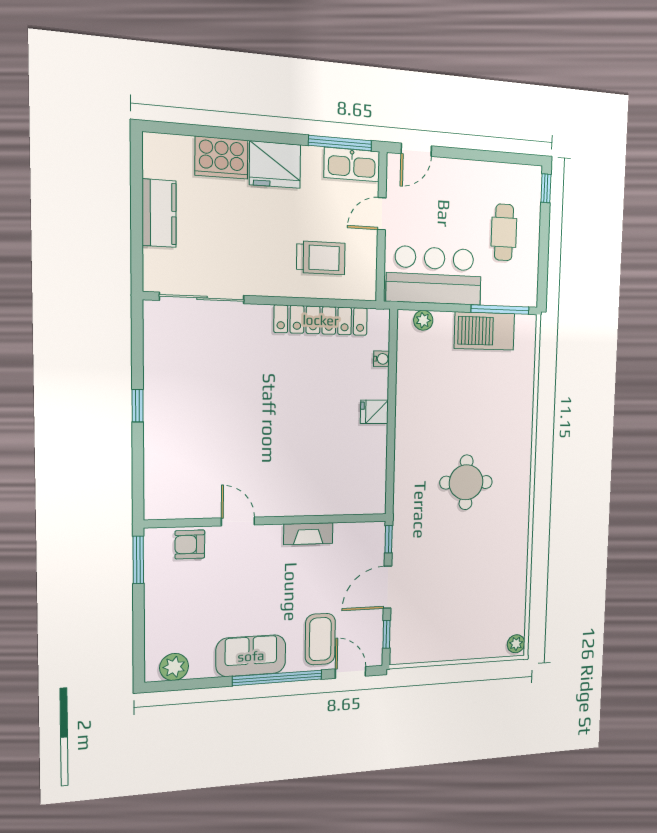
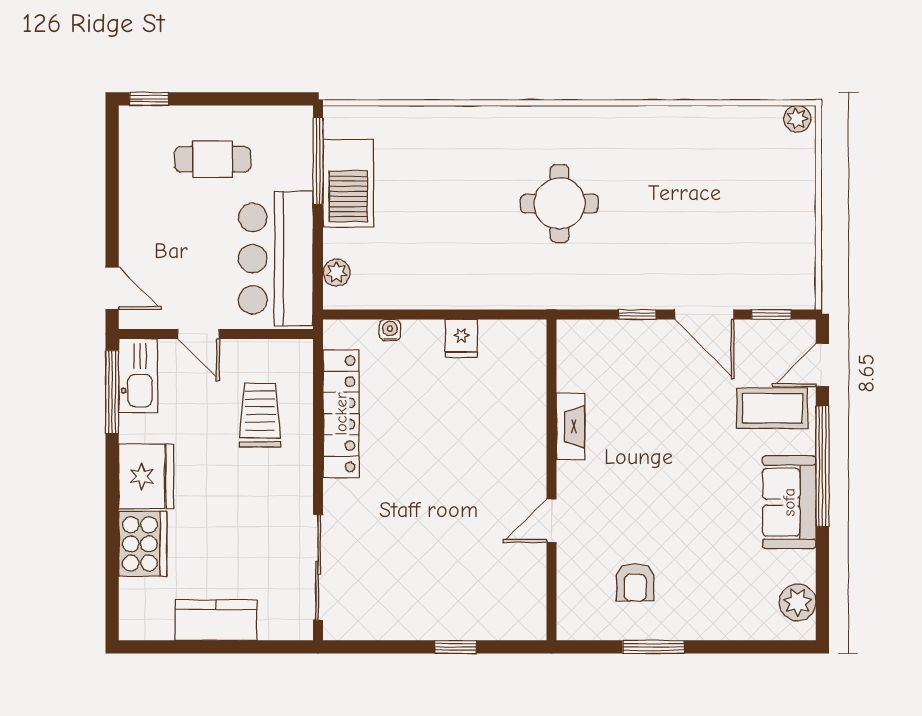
door: (238, 521) -> (552, 521), moved
wall: (269, 521) -> (552, 480), moved
fireplace: (308, 534) -> (571, 427), moved

